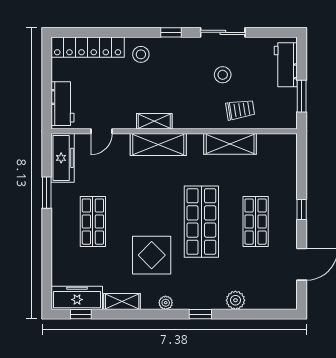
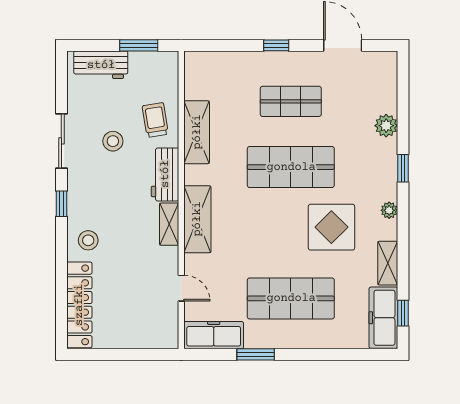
workbench: (63, 104) -> (165, 174), moved, turned -90
shop shelf: (93, 222) -> (291, 298), width x1.43, depth x1.36

